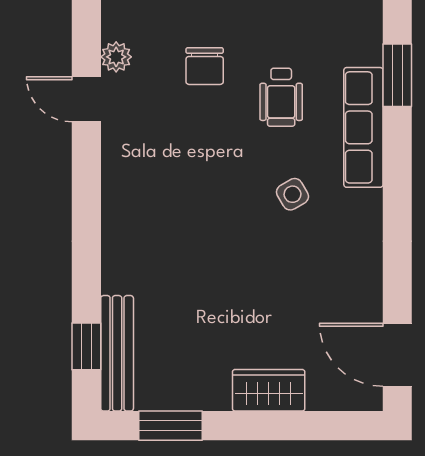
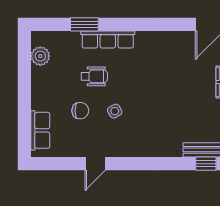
plant: (116, 57) -> (76, 150), removed
side table: (292, 194) -> (115, 111), moved

